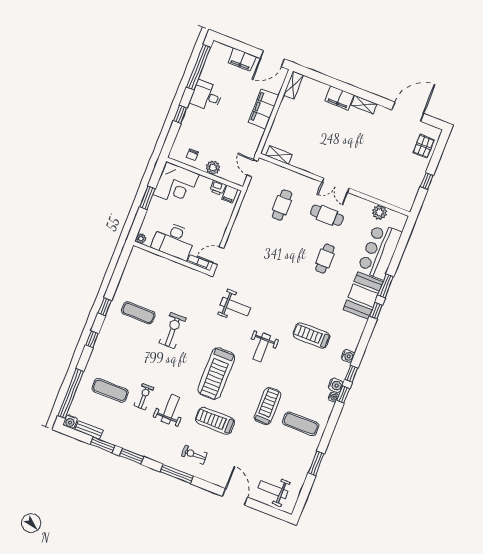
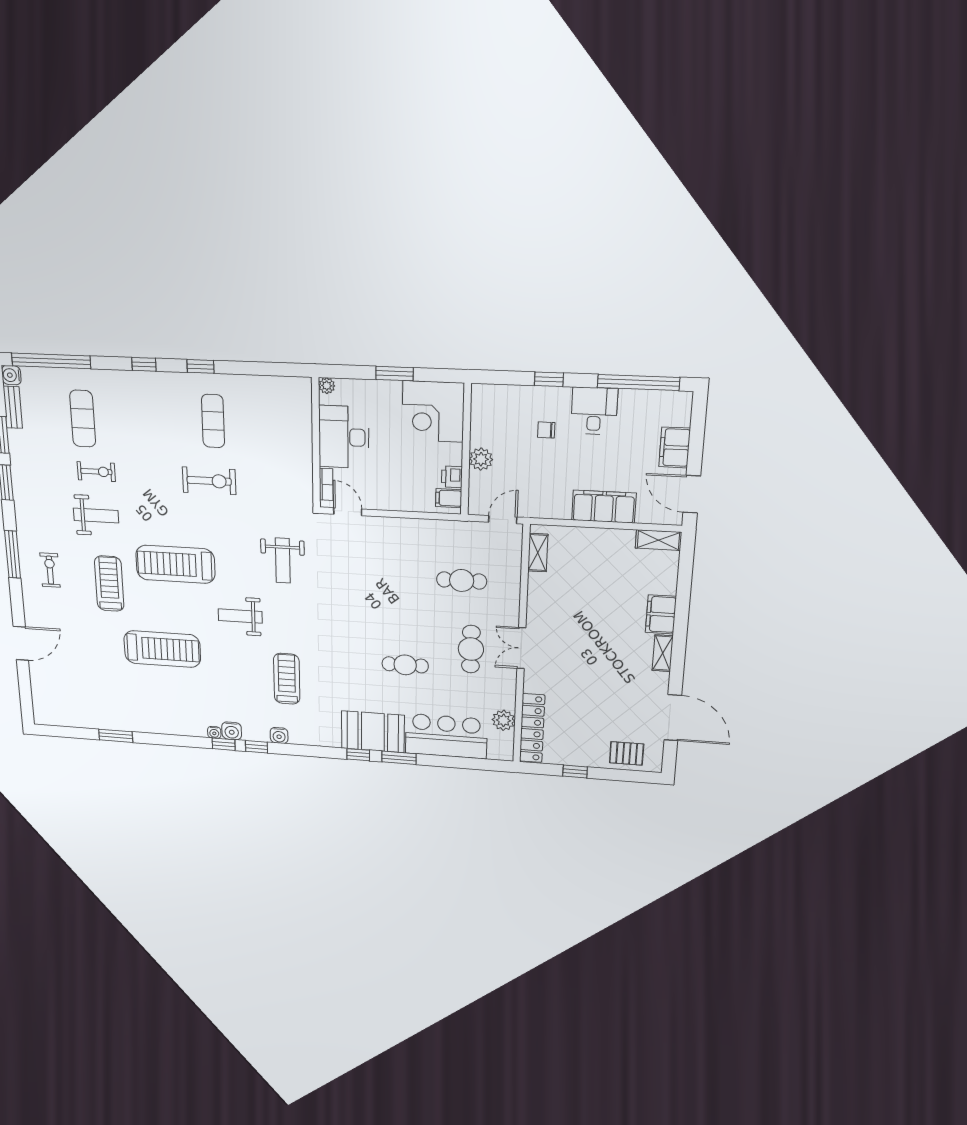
chair: (192, 155) -> (546, 430), moved
locker: (390, 197) -> (532, 728), added
treadmill: (268, 406) -> (162, 649), width x1.37, depth x1.38
exercise mat: (301, 424) -> (159, 700), removed
weight bench: (273, 490) -> (54, 690), removed

